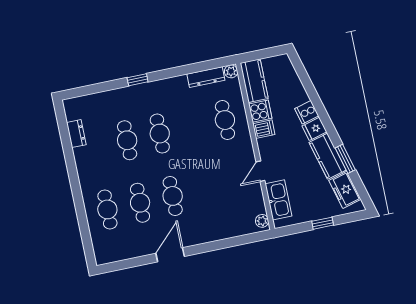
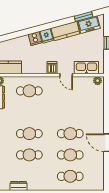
cooker: (260, 111) -> (28, 68), removed
dishwasher: (264, 129) -> (52, 68), moved
window: (345, 159) -> (83, 16), moved

